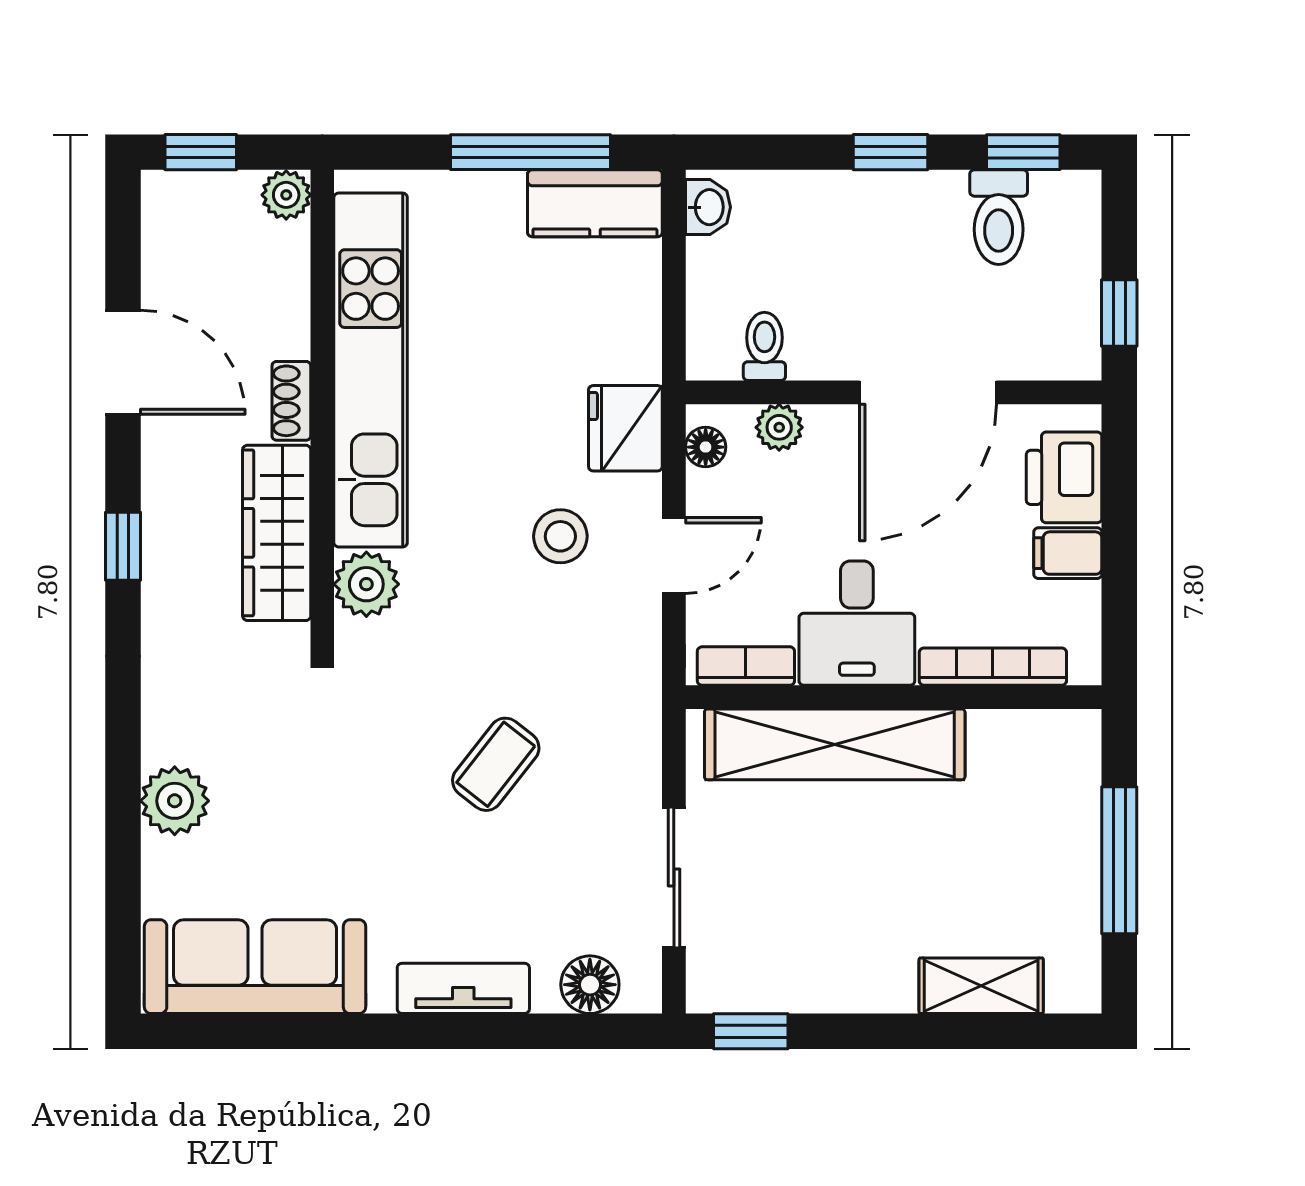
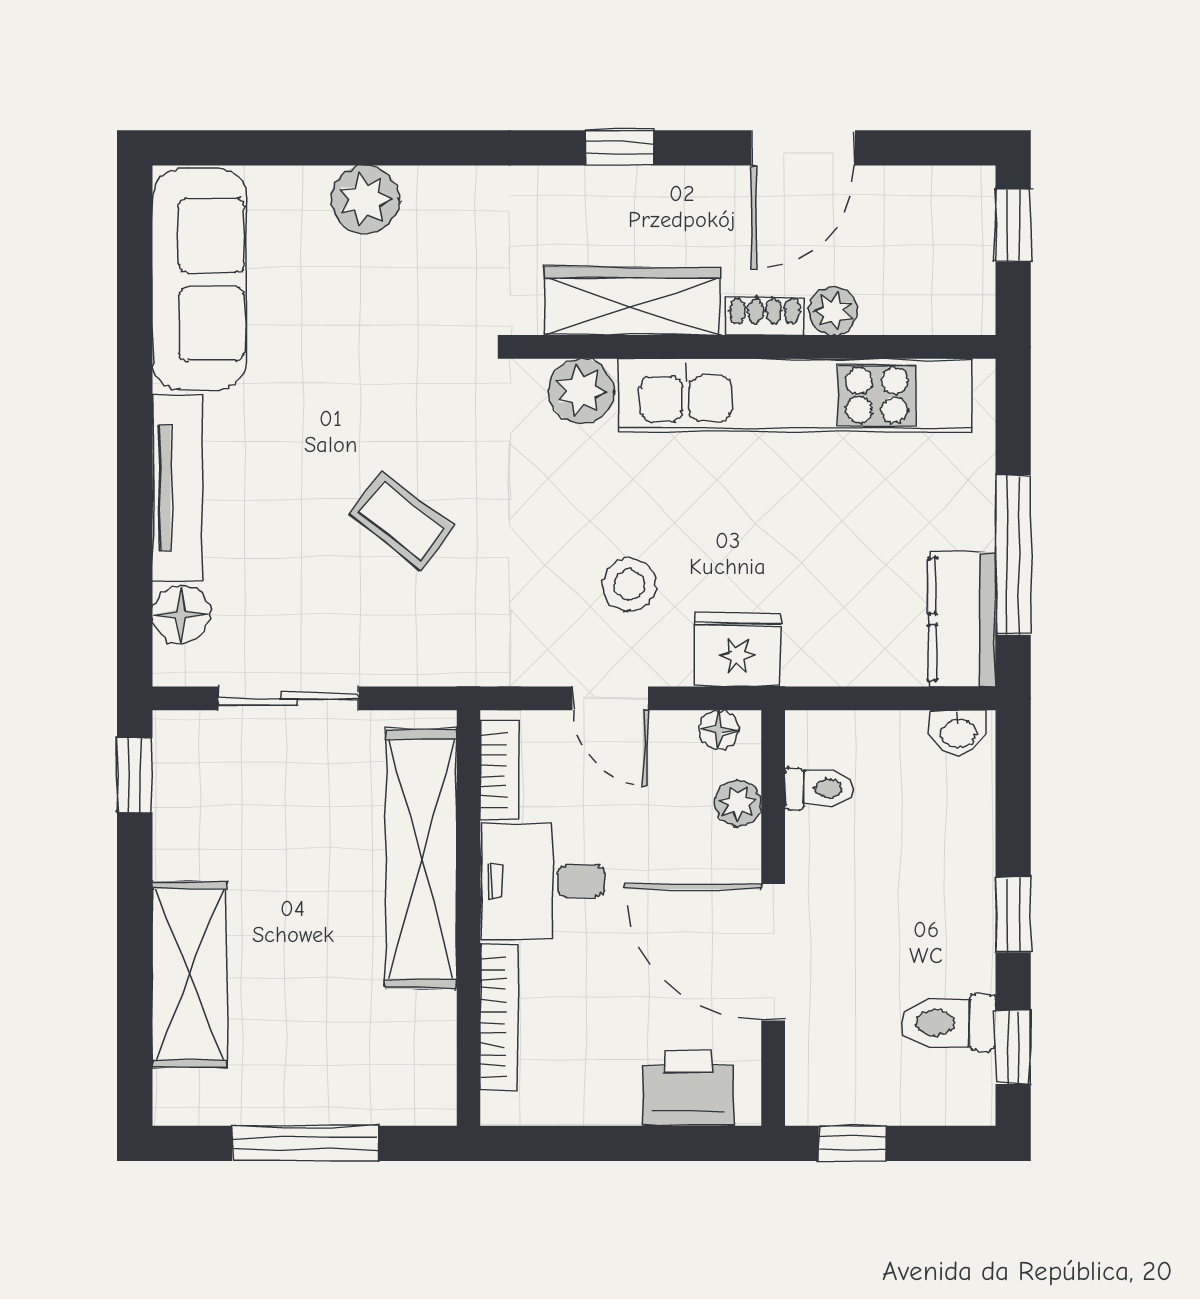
plant: (286, 195) -> (833, 311), moved
filing cabinet: (1068, 553) -> (612, 1092), removed
shelving: (981, 986) -> (189, 974), width x1.50, depth x1.33
tv unit: (463, 988) -> (177, 488), width x1.41

